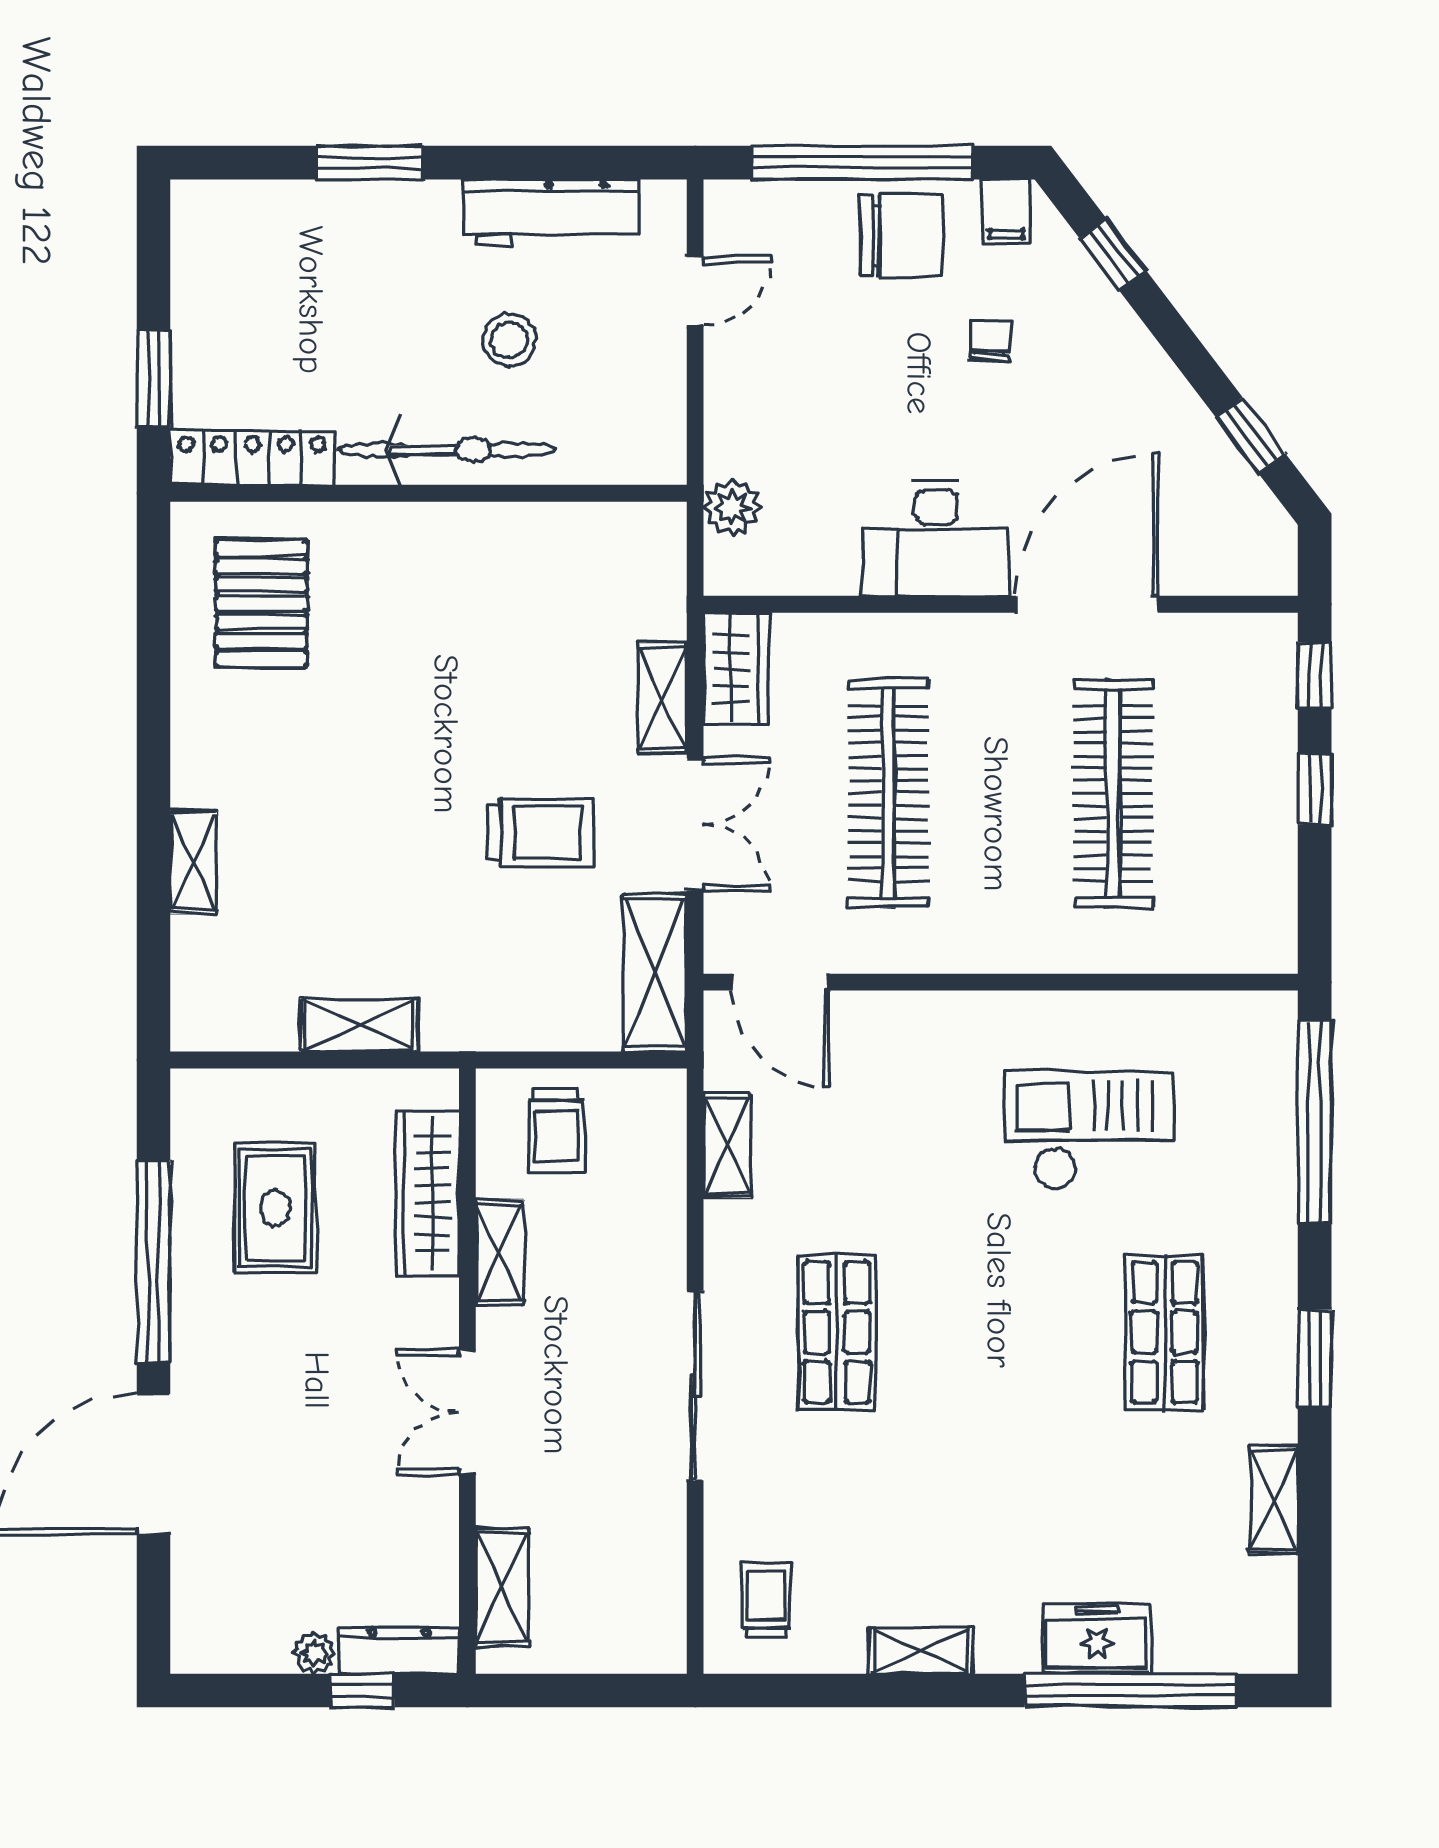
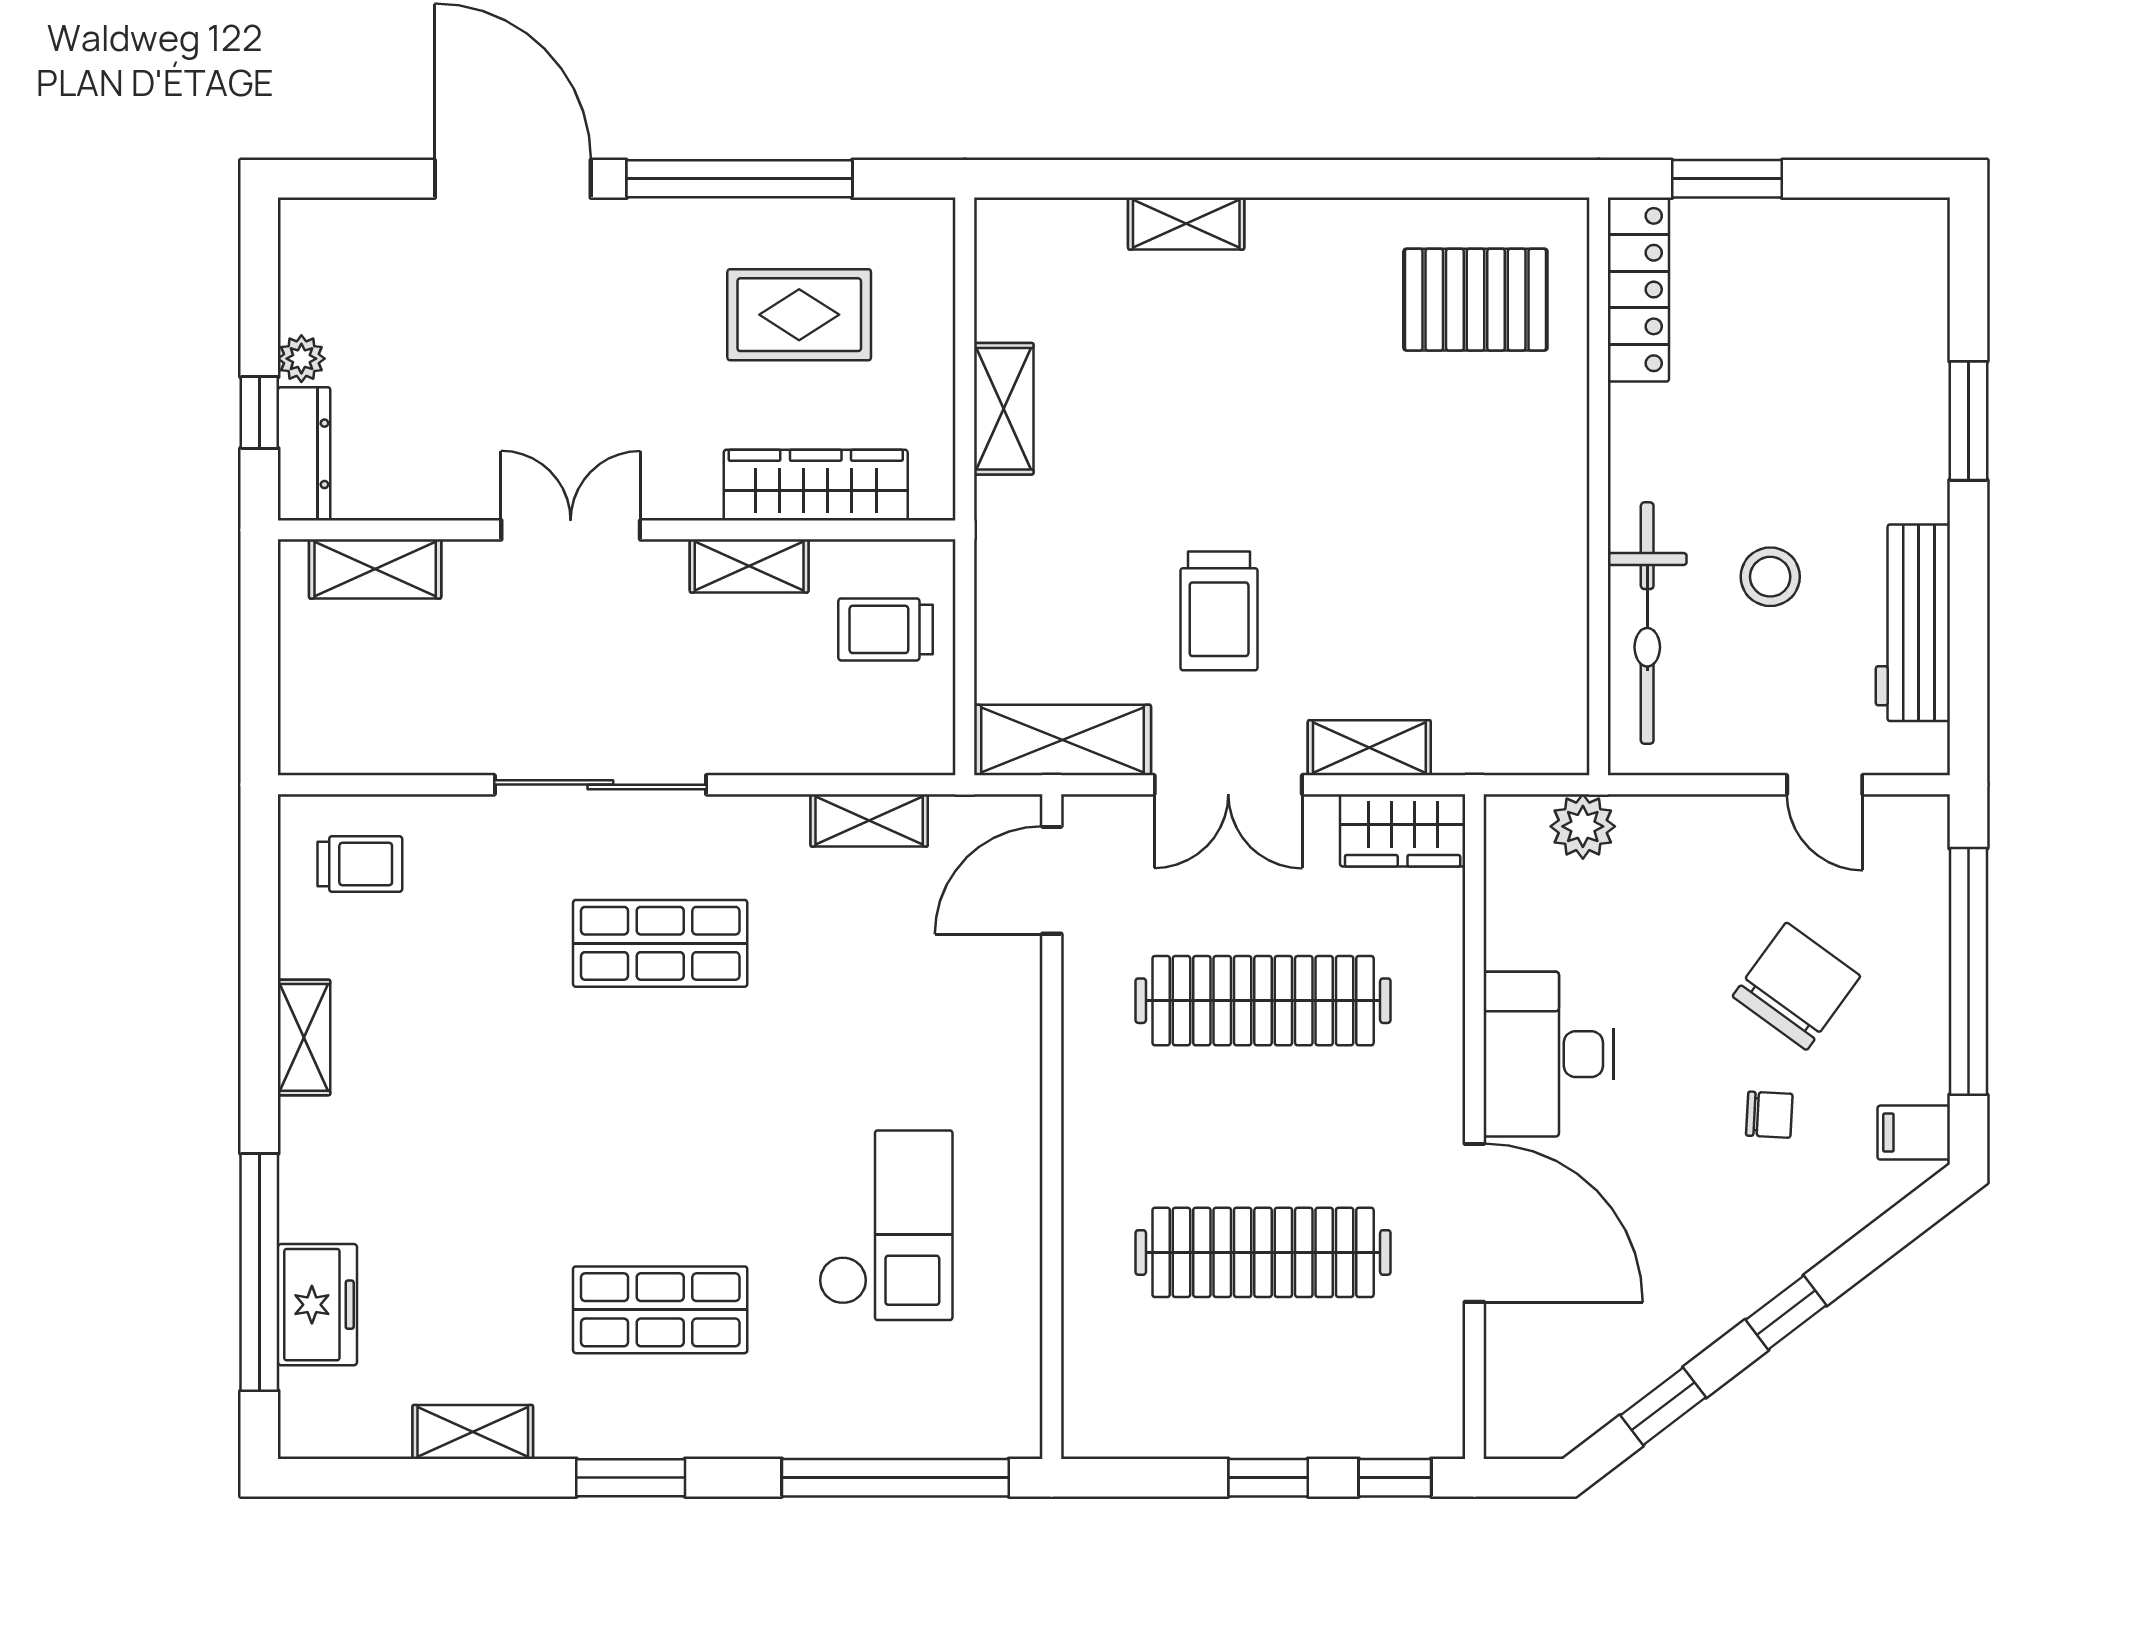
chair: (901, 235) -> (1796, 986), moved, turned -144
window: (1113, 254) -> (1786, 1313), moved
bicycle: (447, 450) -> (1647, 623), moved
freezer: (1096, 1639) -> (317, 1305), moved

